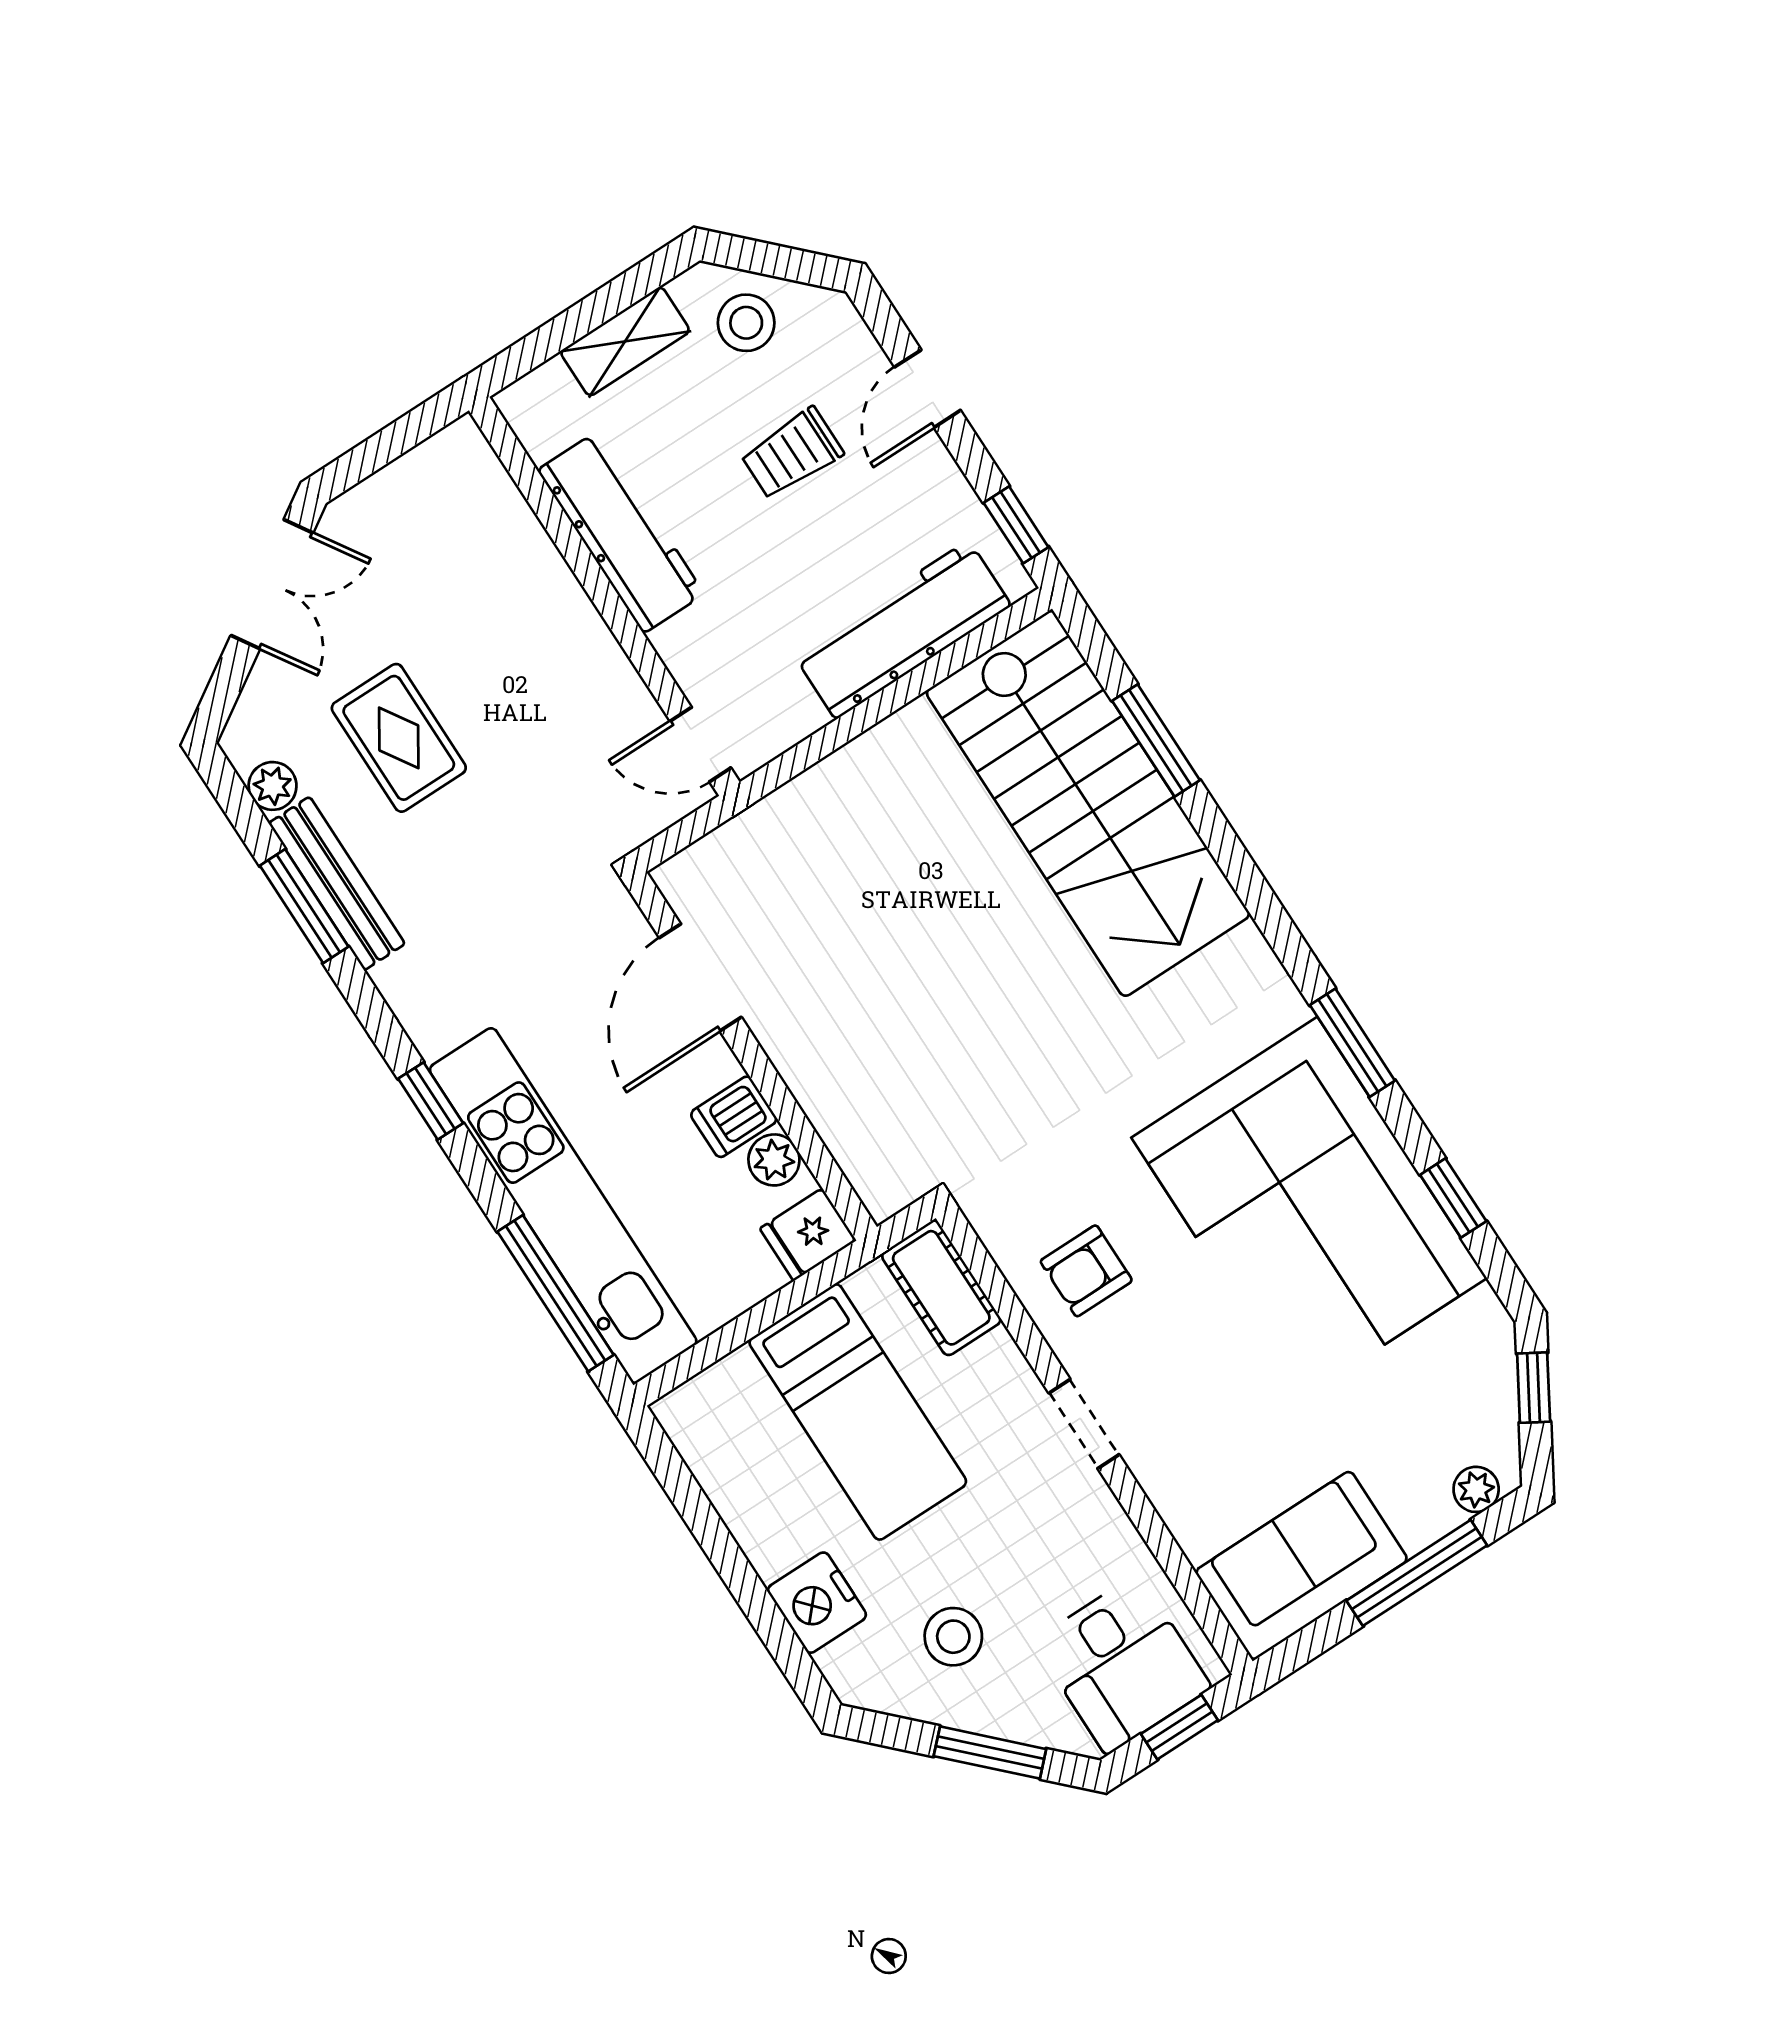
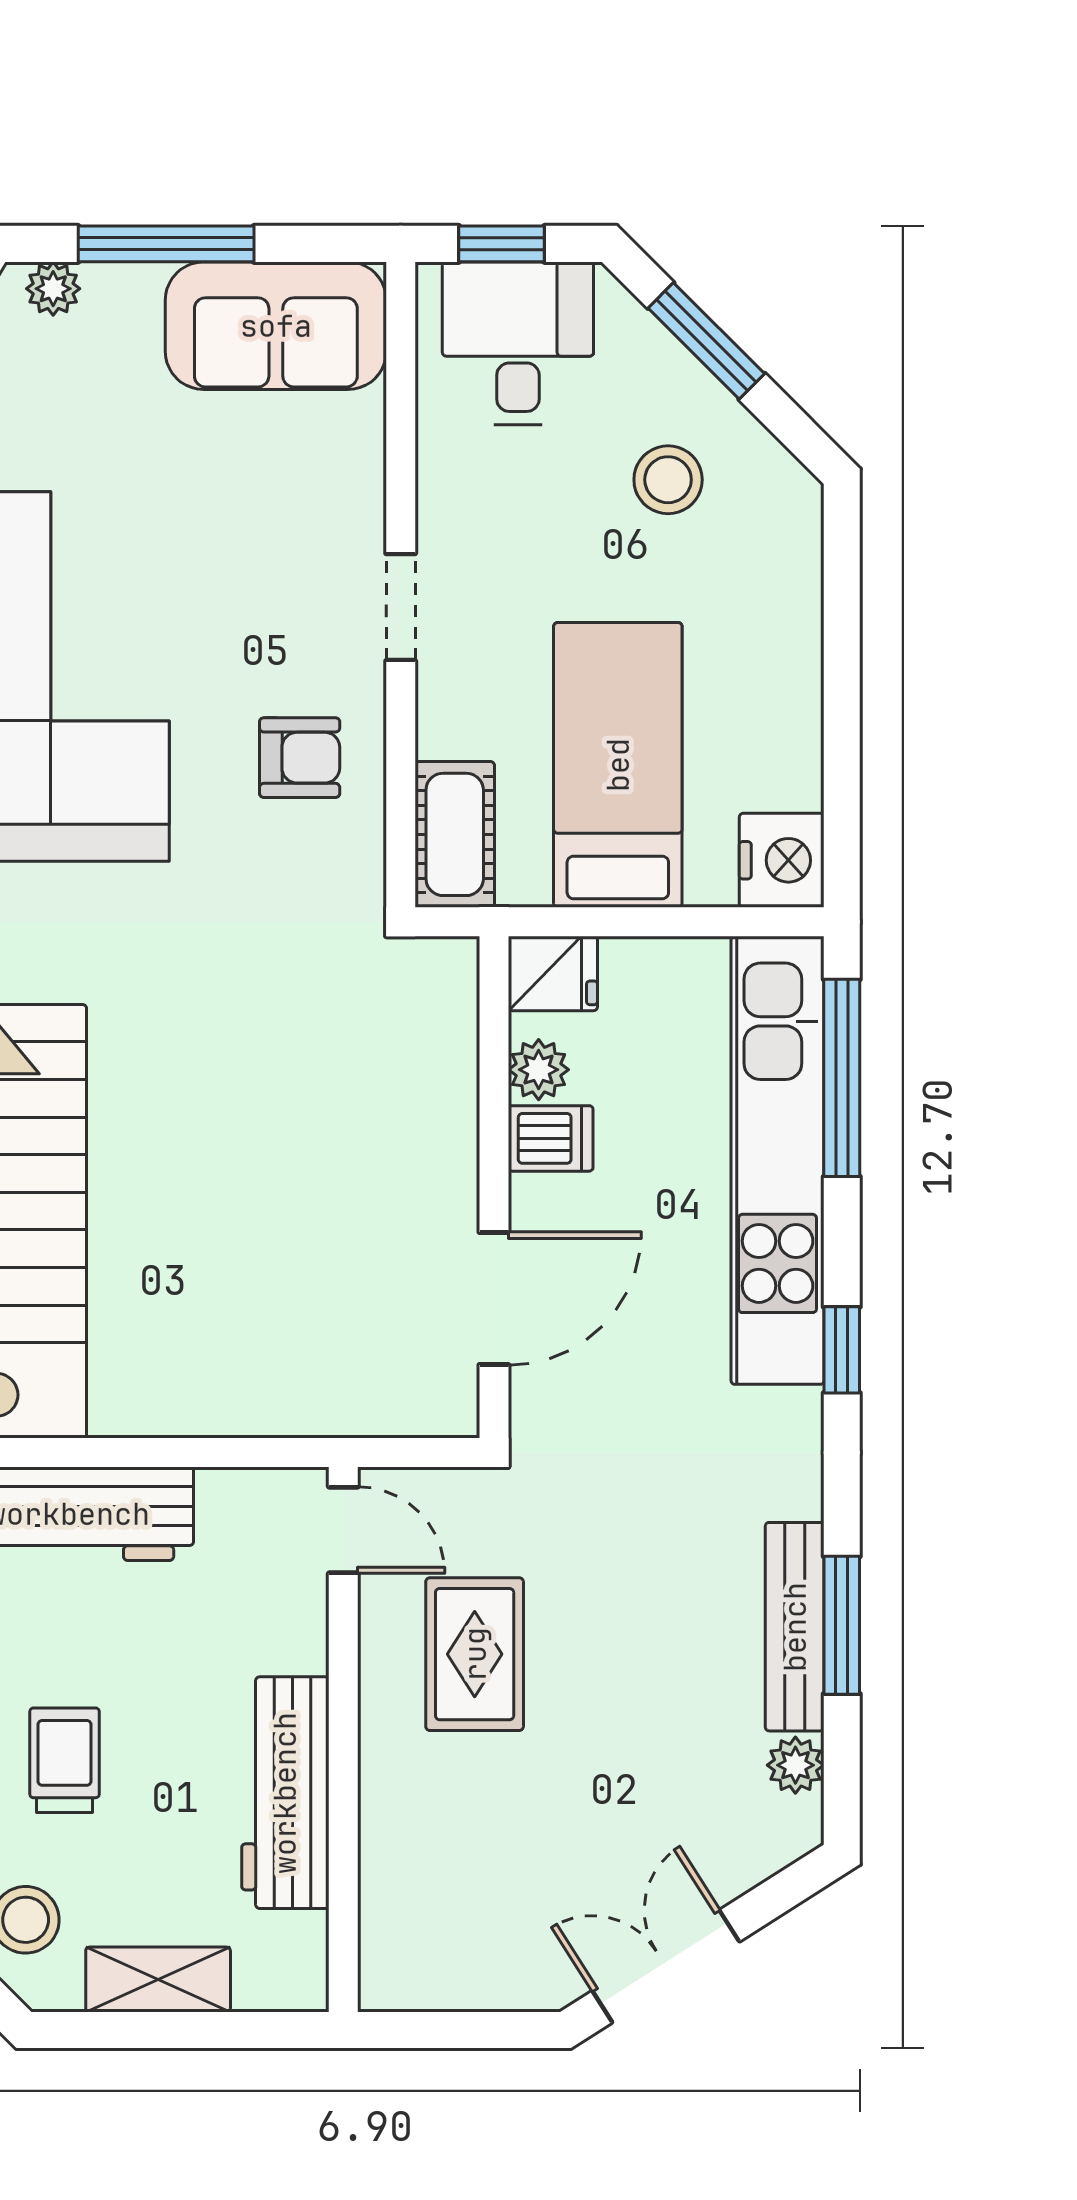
trolley: (792, 454) -> (65, 1760), turned -90
rug: (399, 738) -> (475, 1654), moved
nightstand: (817, 1603) -> (782, 860), moved

